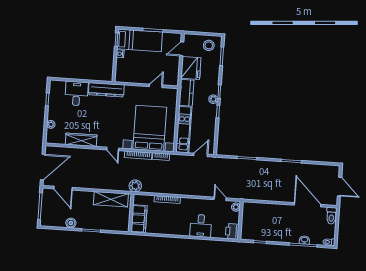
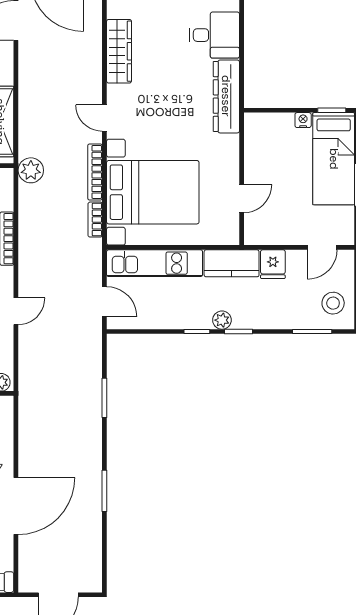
door: (182, 49) -> (322, 247), swing flipped
fridge: (191, 68) -> (273, 264), width x0.53, depth x0.75
door: (156, 86) -> (242, 199), hinge flipped
door: (113, 149) -> (104, 118), hinge flipped
door: (220, 199) -> (16, 311), moved
door: (308, 205) -> (16, 506), moved

